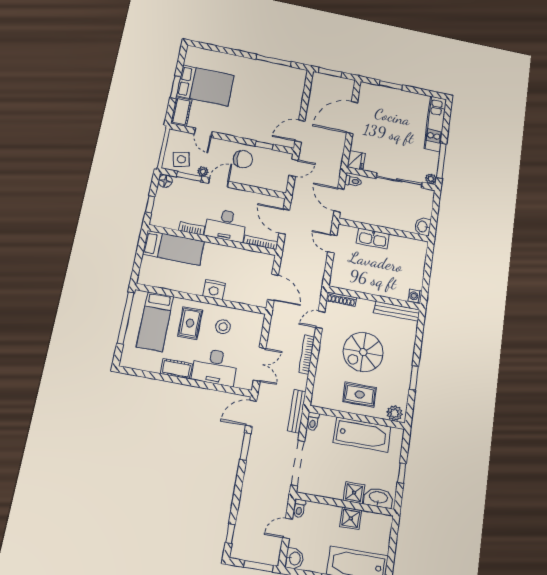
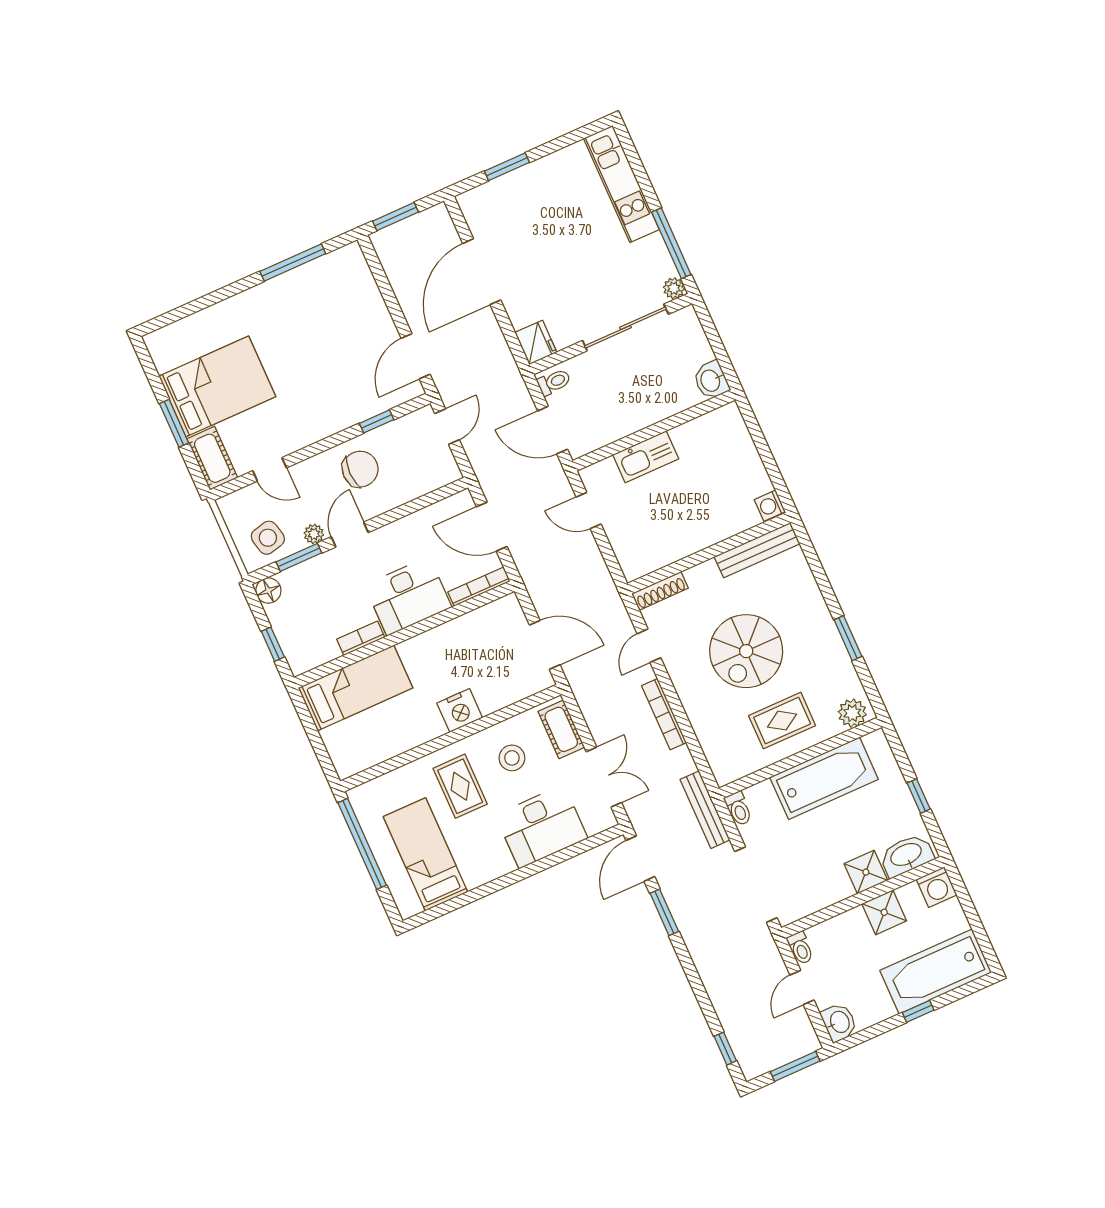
bed: (155, 322) -> (426, 854), moved, turned 180
cot: (176, 369) -> (561, 729), moved, turned 90
washing machine: (383, 523) -> (937, 887), added

